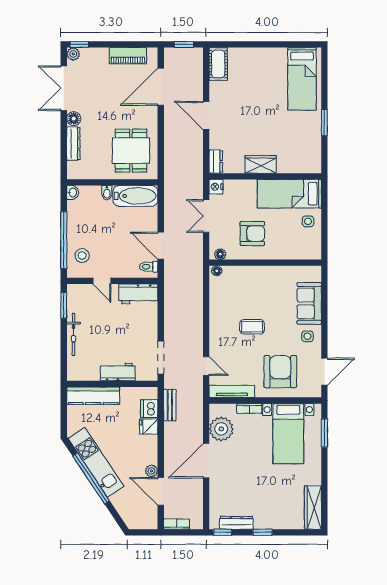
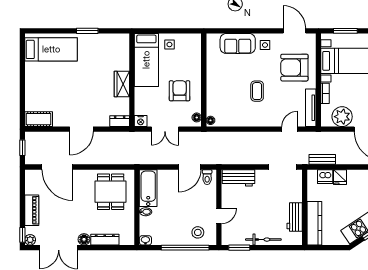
piano: (128, 56) -> (32, 210), moved
dining table: (131, 151) -> (111, 192), turned 90
workbench: (138, 294) -> (239, 178), moved, turned 90
workbench: (118, 372) -> (295, 217), moved

